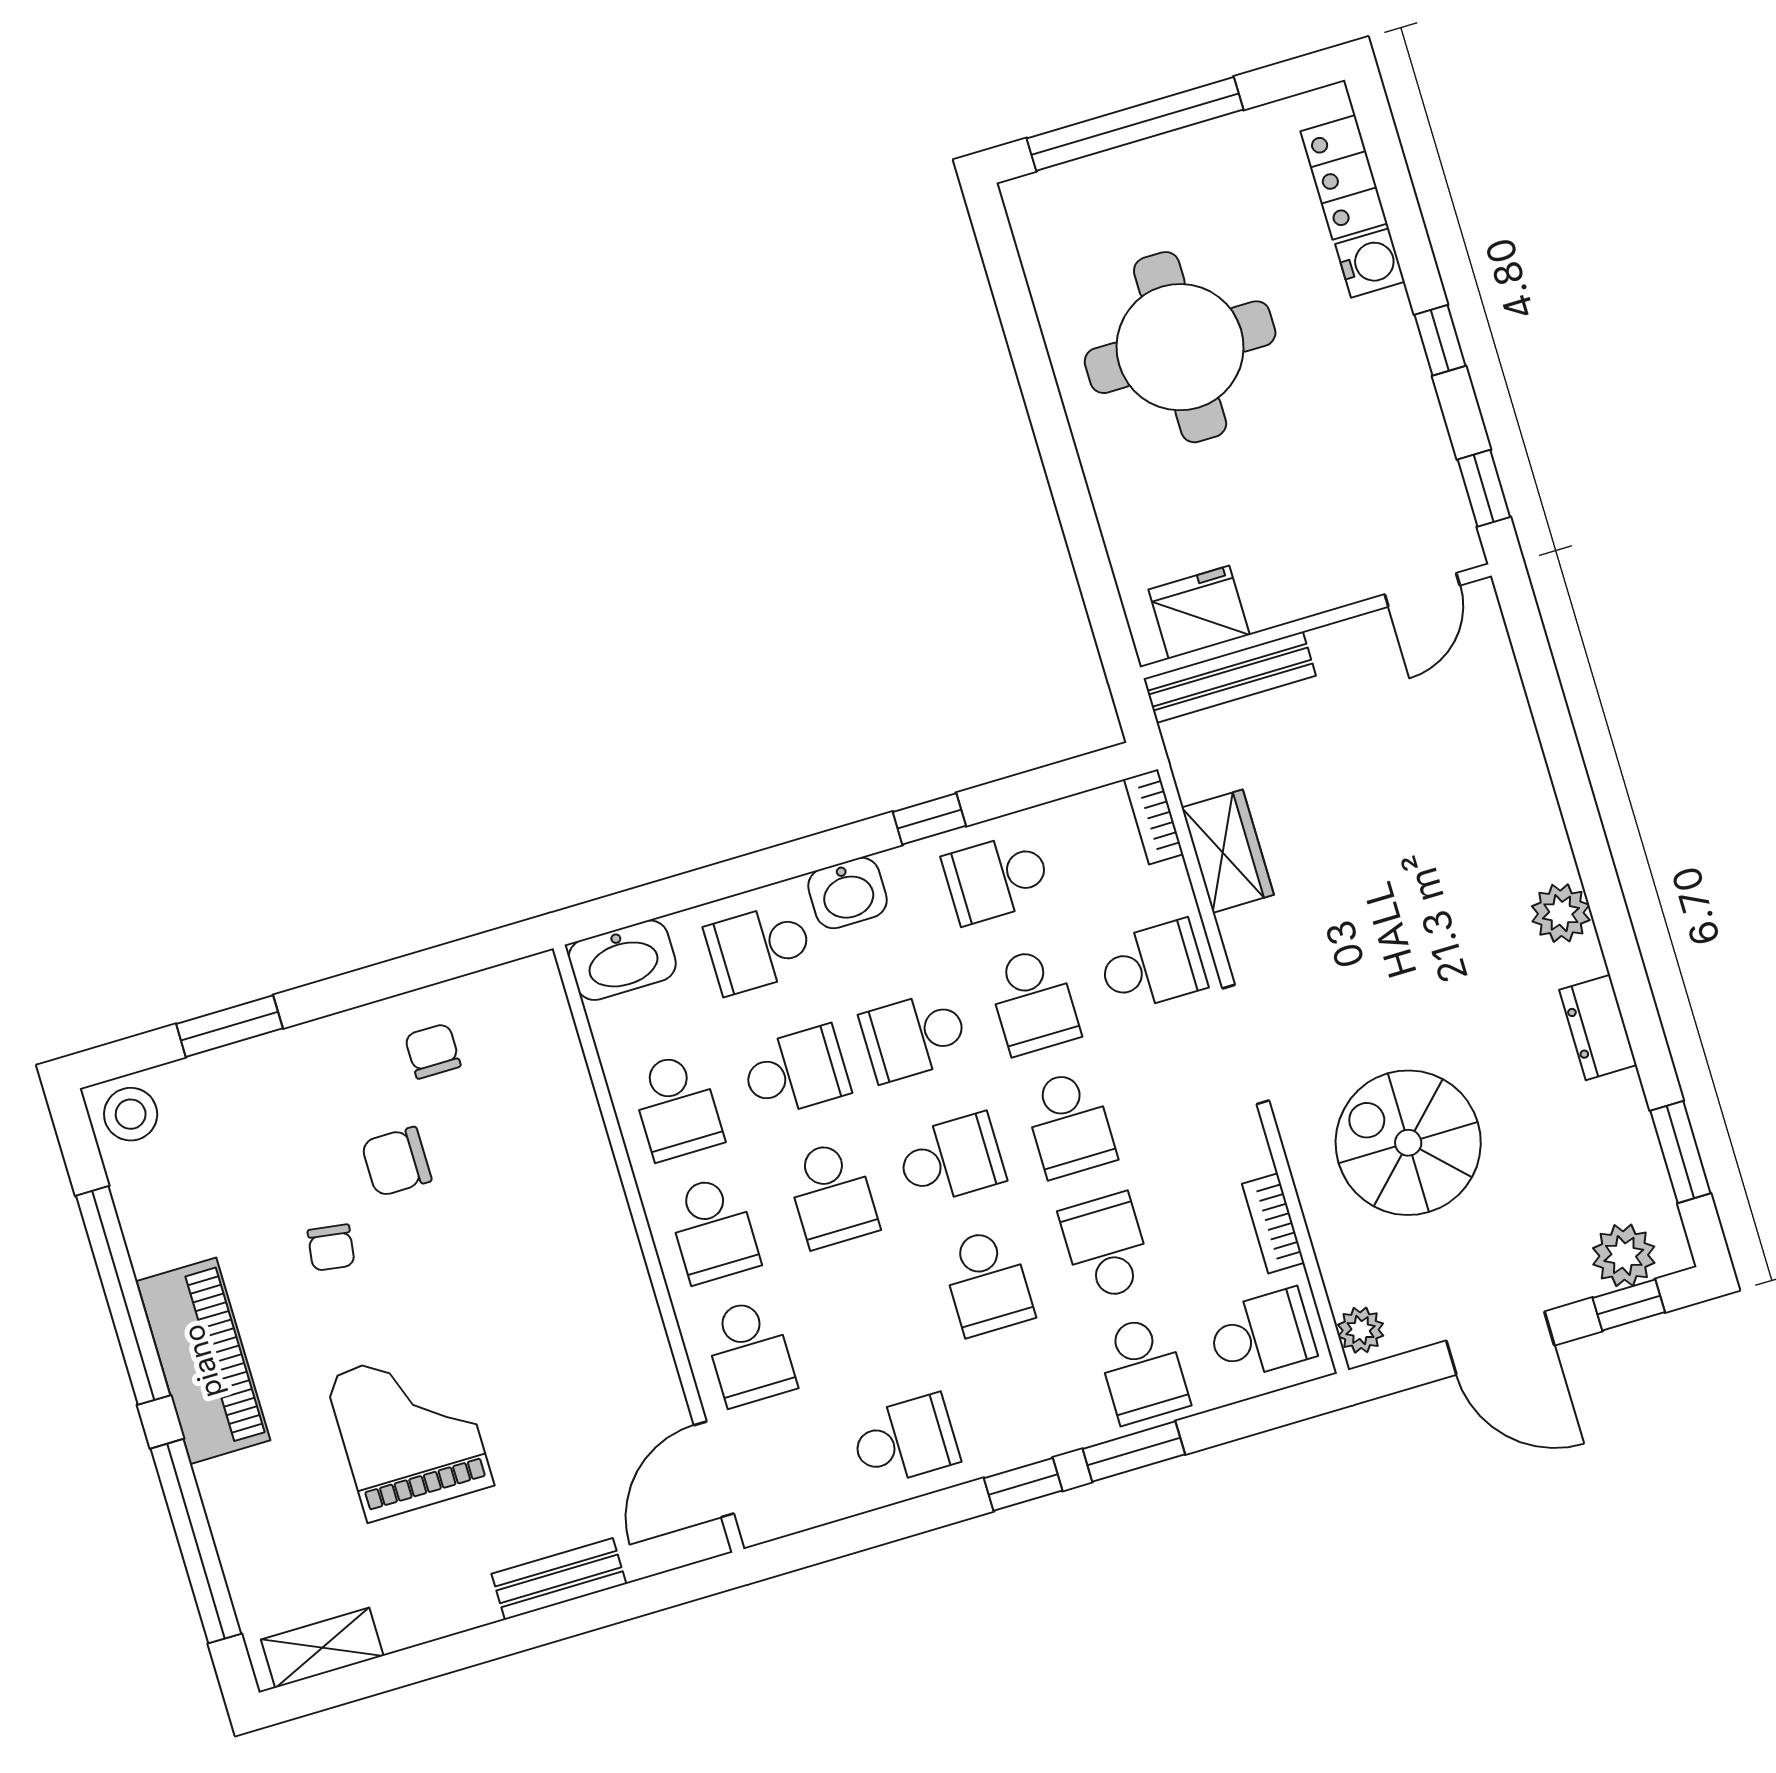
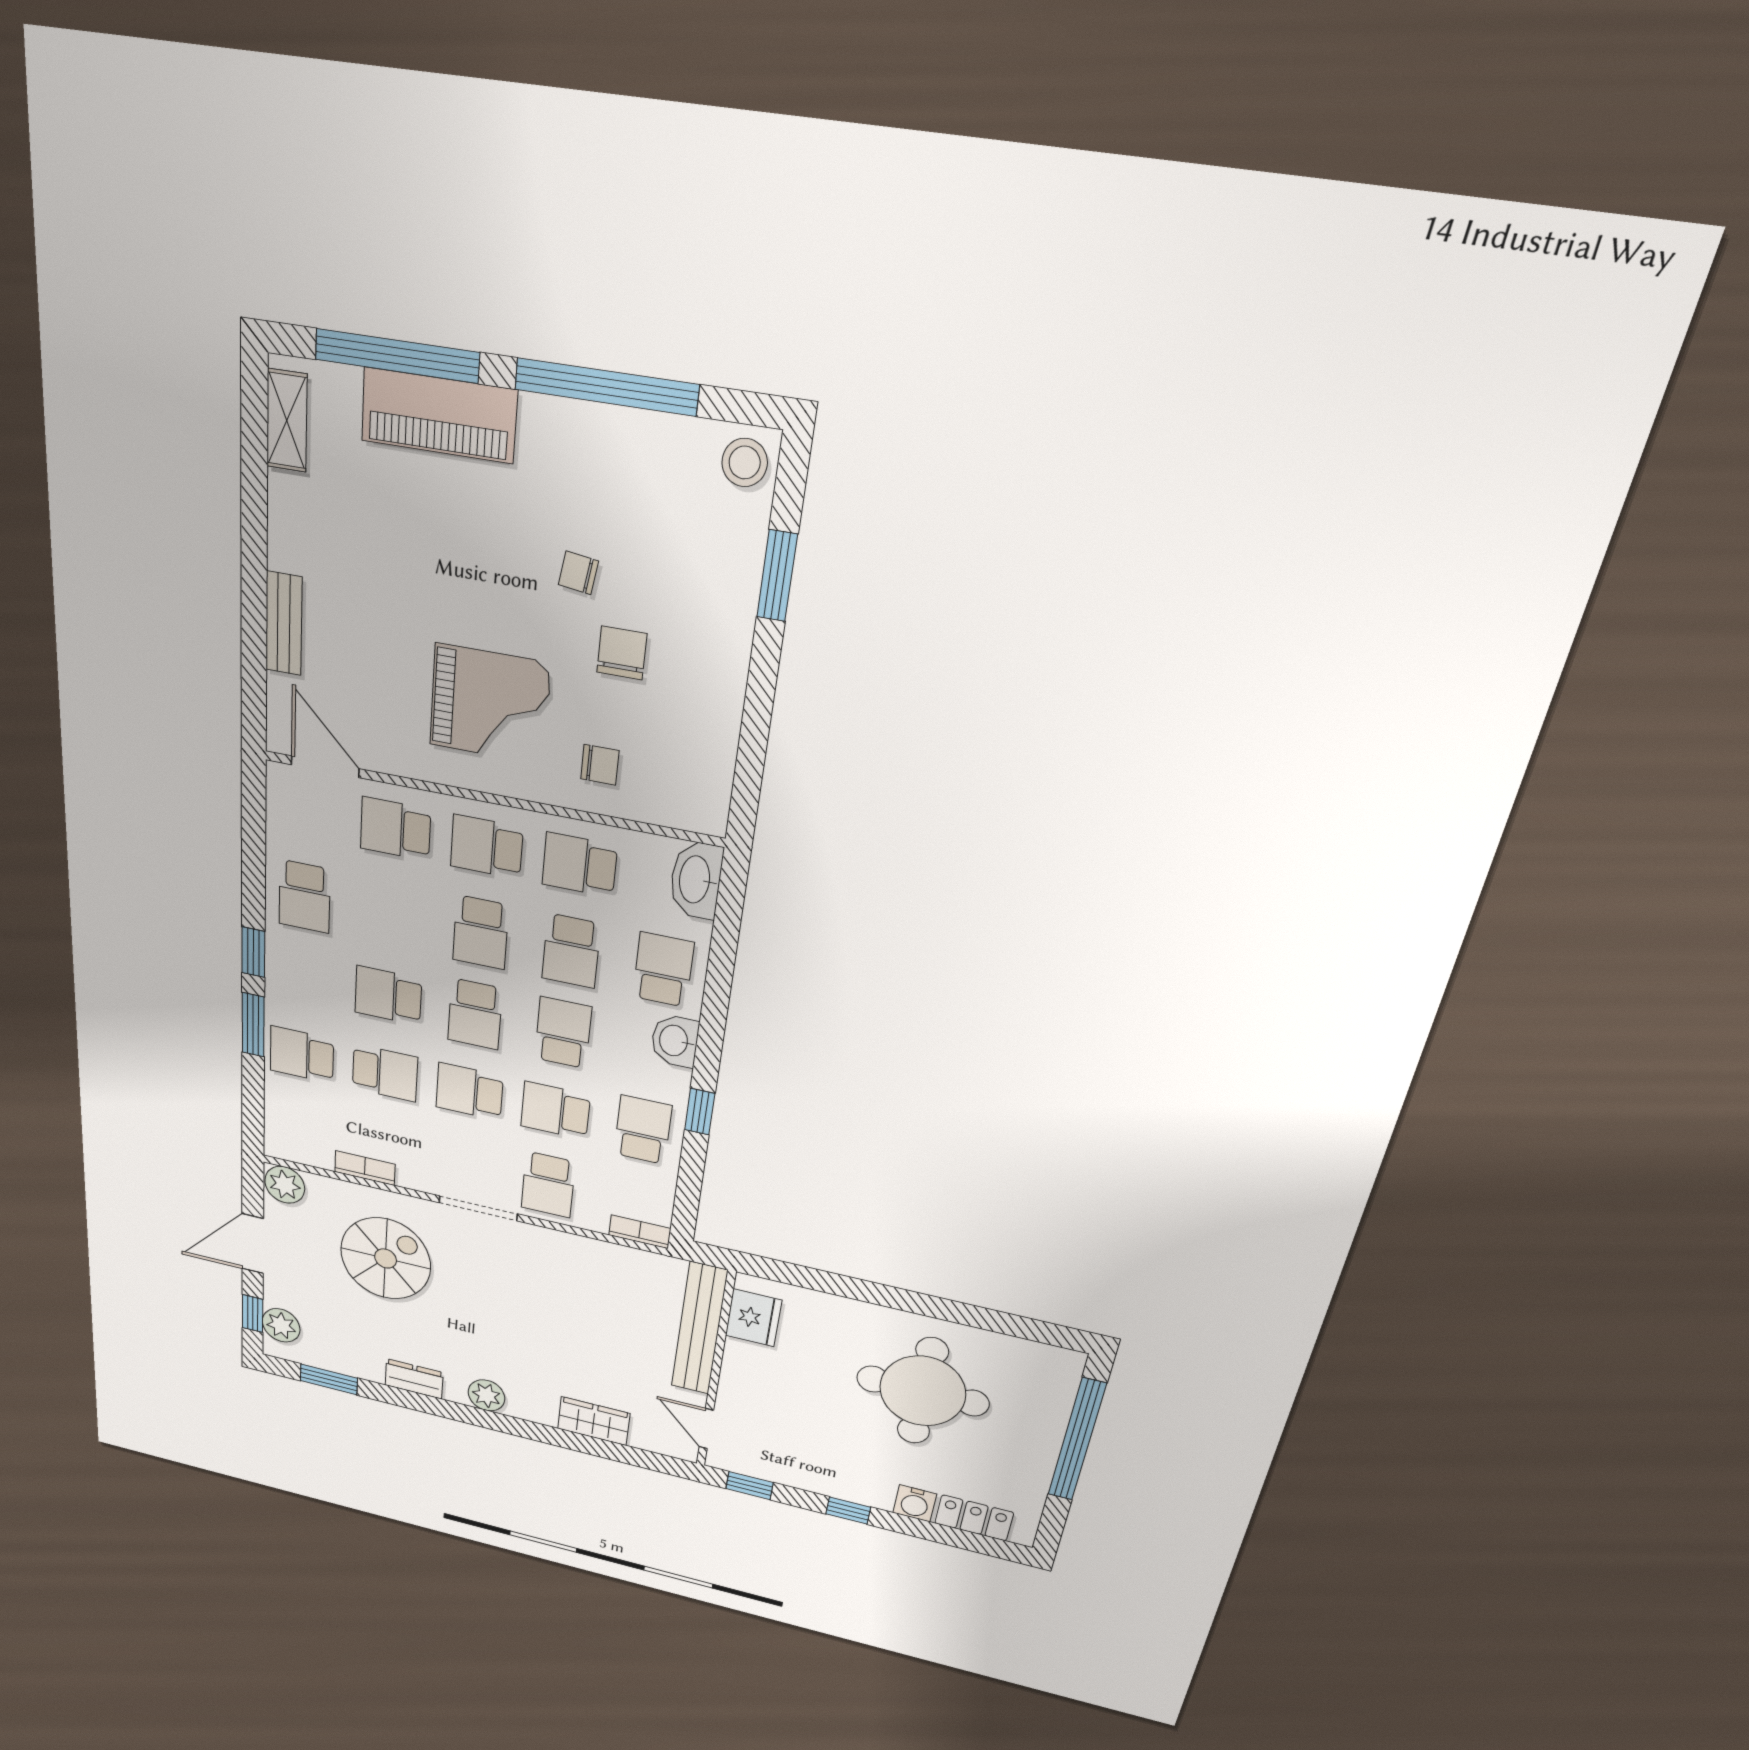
bench: (1230, 677) -> (699, 1329), width x1.37, depth x1.21
wardrobe: (1228, 851) -> (594, 1421), moved, turned 180
chair: (433, 1051) -> (600, 765), moved
school desk: (832, 1194) -> (481, 932), turned -90
plant: (1361, 1330) -> (285, 1185), width x1.38, depth x1.38
school desk: (1261, 1335) -> (300, 1128), removed
piano: (203, 1361) -> (439, 415), moved
grand piano: (409, 1431) -> (490, 704), moved

